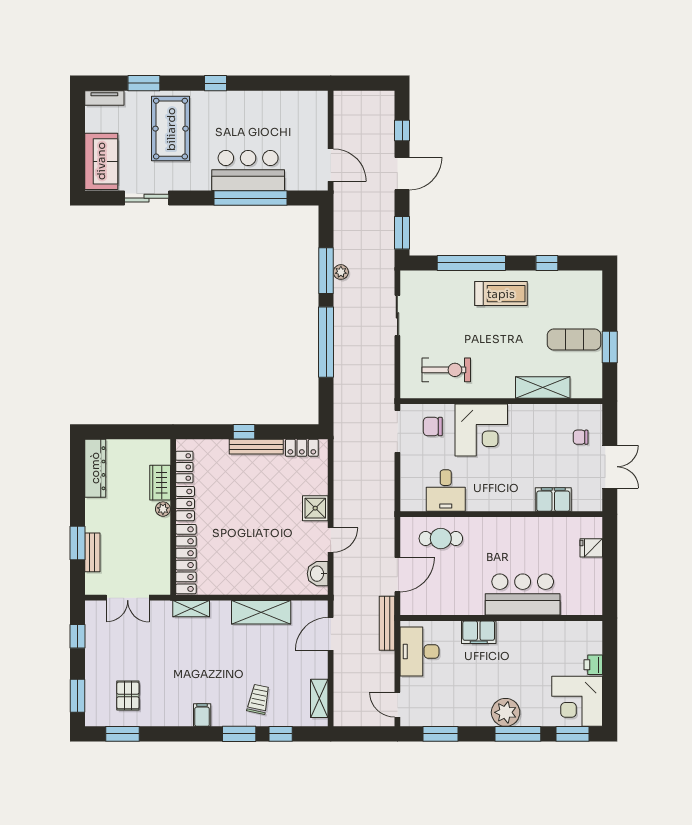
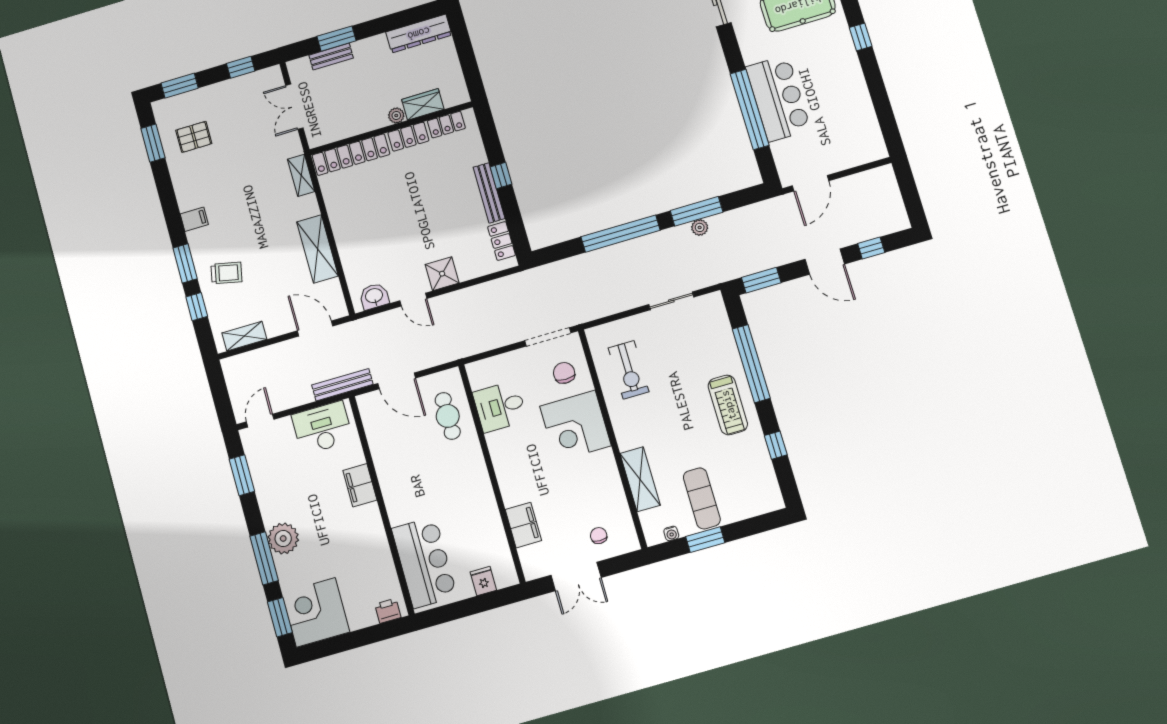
water cooler: (596, 374) -> (671, 533), added
bar counter: (523, 595) -> (424, 562), moved
printer: (593, 665) -> (388, 611), moved

